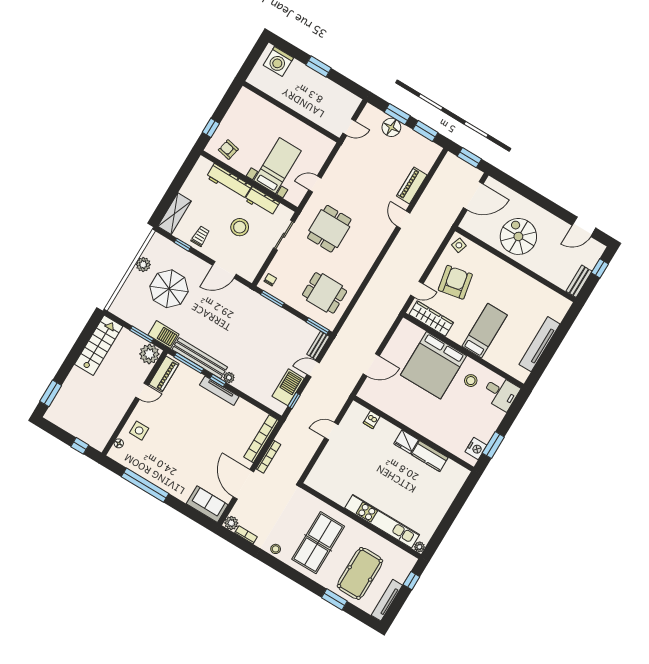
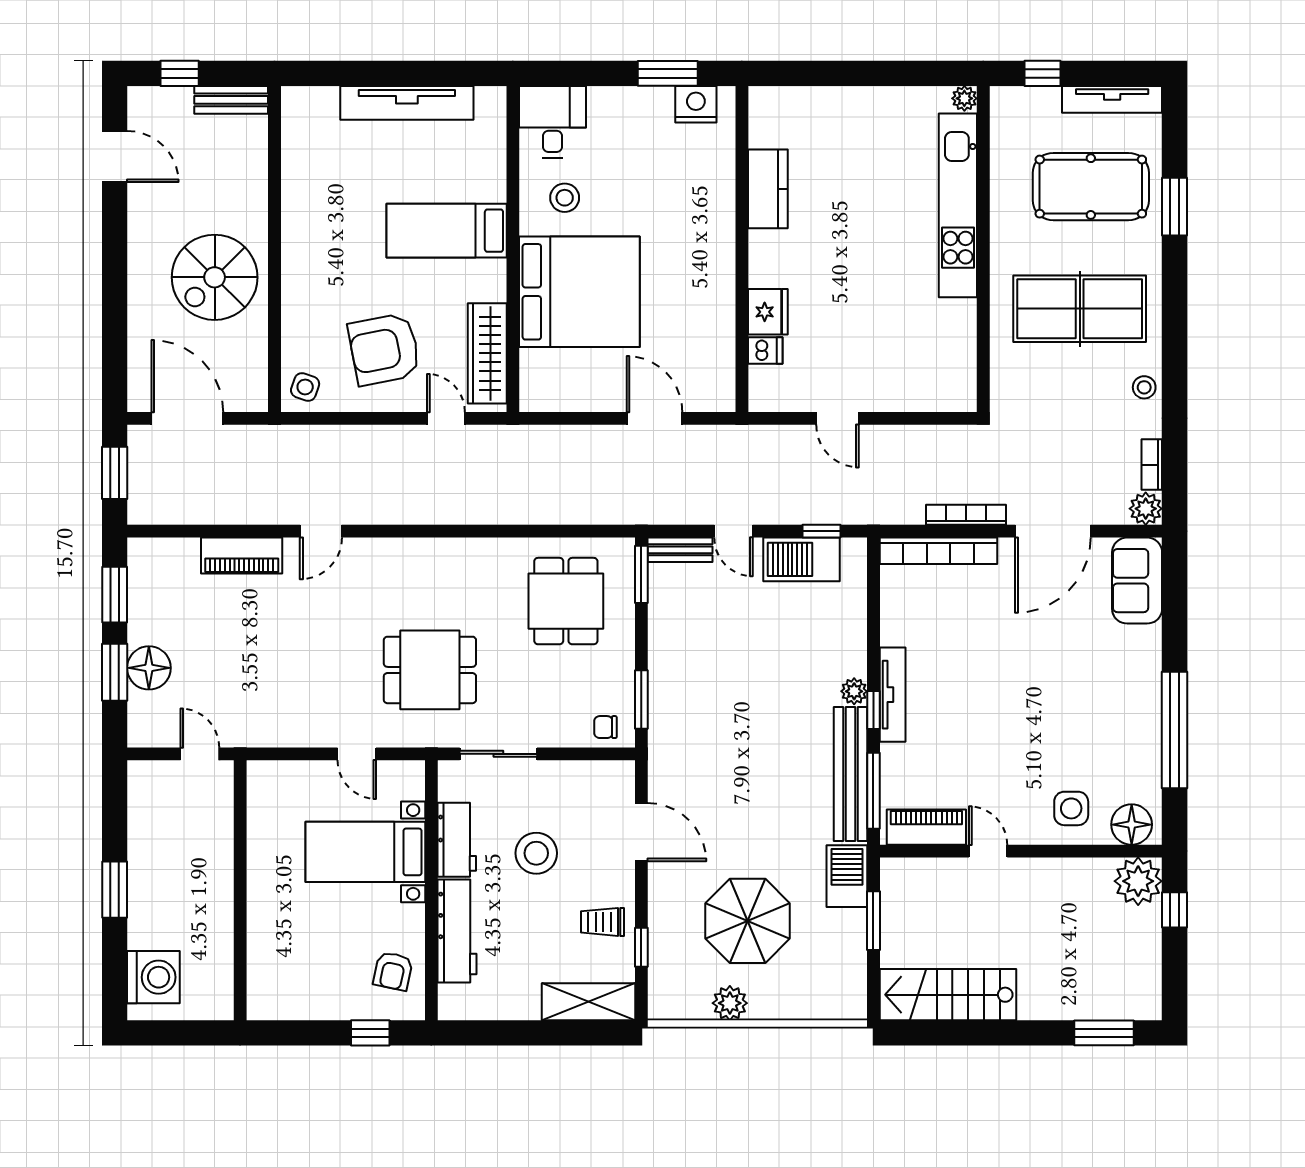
plant: (149, 354) -> (1138, 881), moved
fridge: (406, 442) -> (768, 312), moved
floor lamp: (119, 443) -> (1132, 825), width x1.89, depth x1.89

